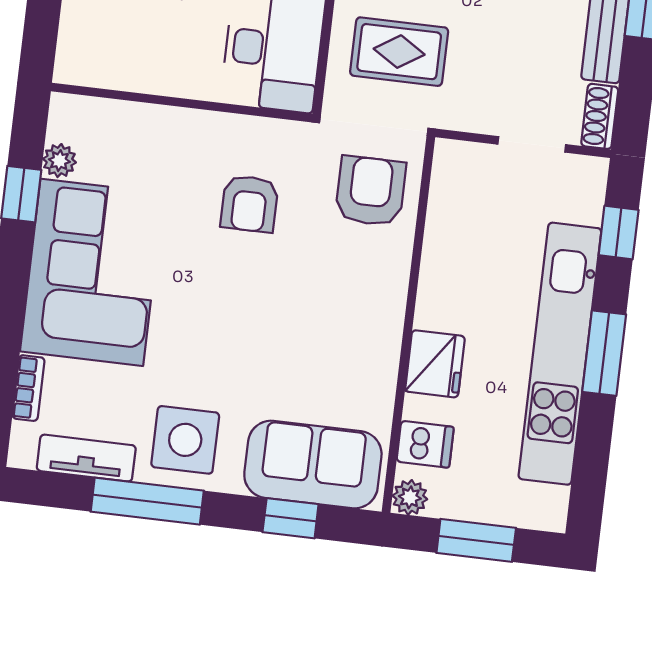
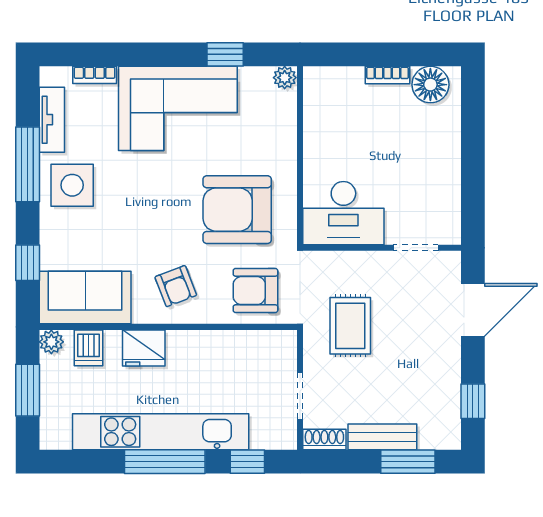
rug: (399, 52) -> (350, 326), moved
plant: (59, 161) -> (285, 78), moved
armchair: (371, 191) -> (255, 291), turned 180
armchair: (249, 204) -> (237, 210), width x1.88, depth x1.88
armchair: (350, 306) -> (176, 286), added
window: (604, 353) -> (165, 462), width x1.44
sofa: (313, 464) -> (85, 298), moved, turned -90

